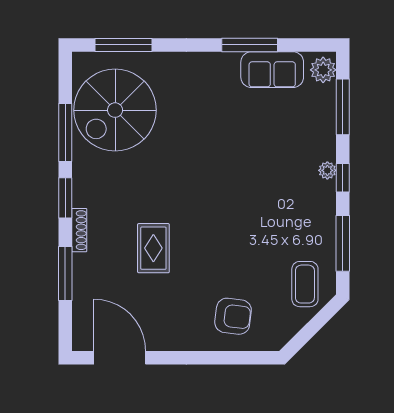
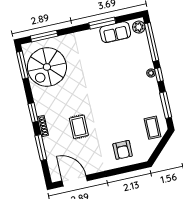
window: (343, 107) -> (152, 42), width x1.46
window: (65, 132) -> (22, 65), moved
armchair: (233, 316) -> (123, 150), turned 83

